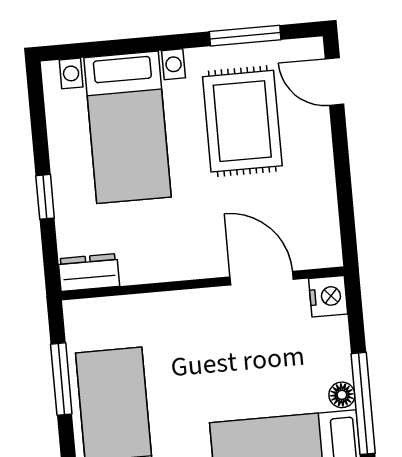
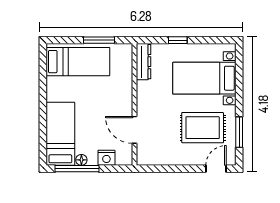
dresser: (89, 272) -> (144, 62), width x1.44
door: (262, 278) -> (135, 130), swing flipped
nightstand: (328, 296) -> (106, 158), moved

